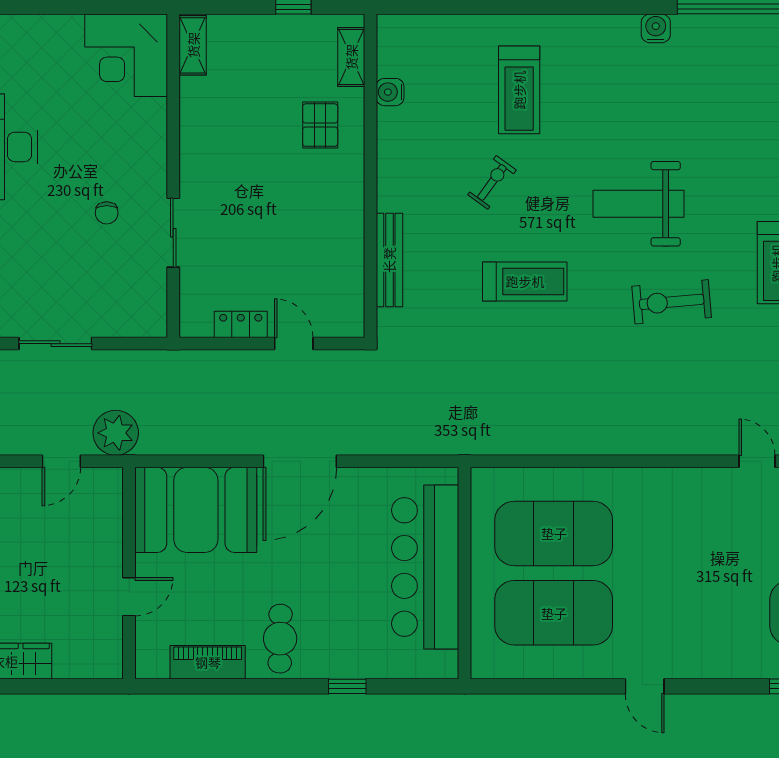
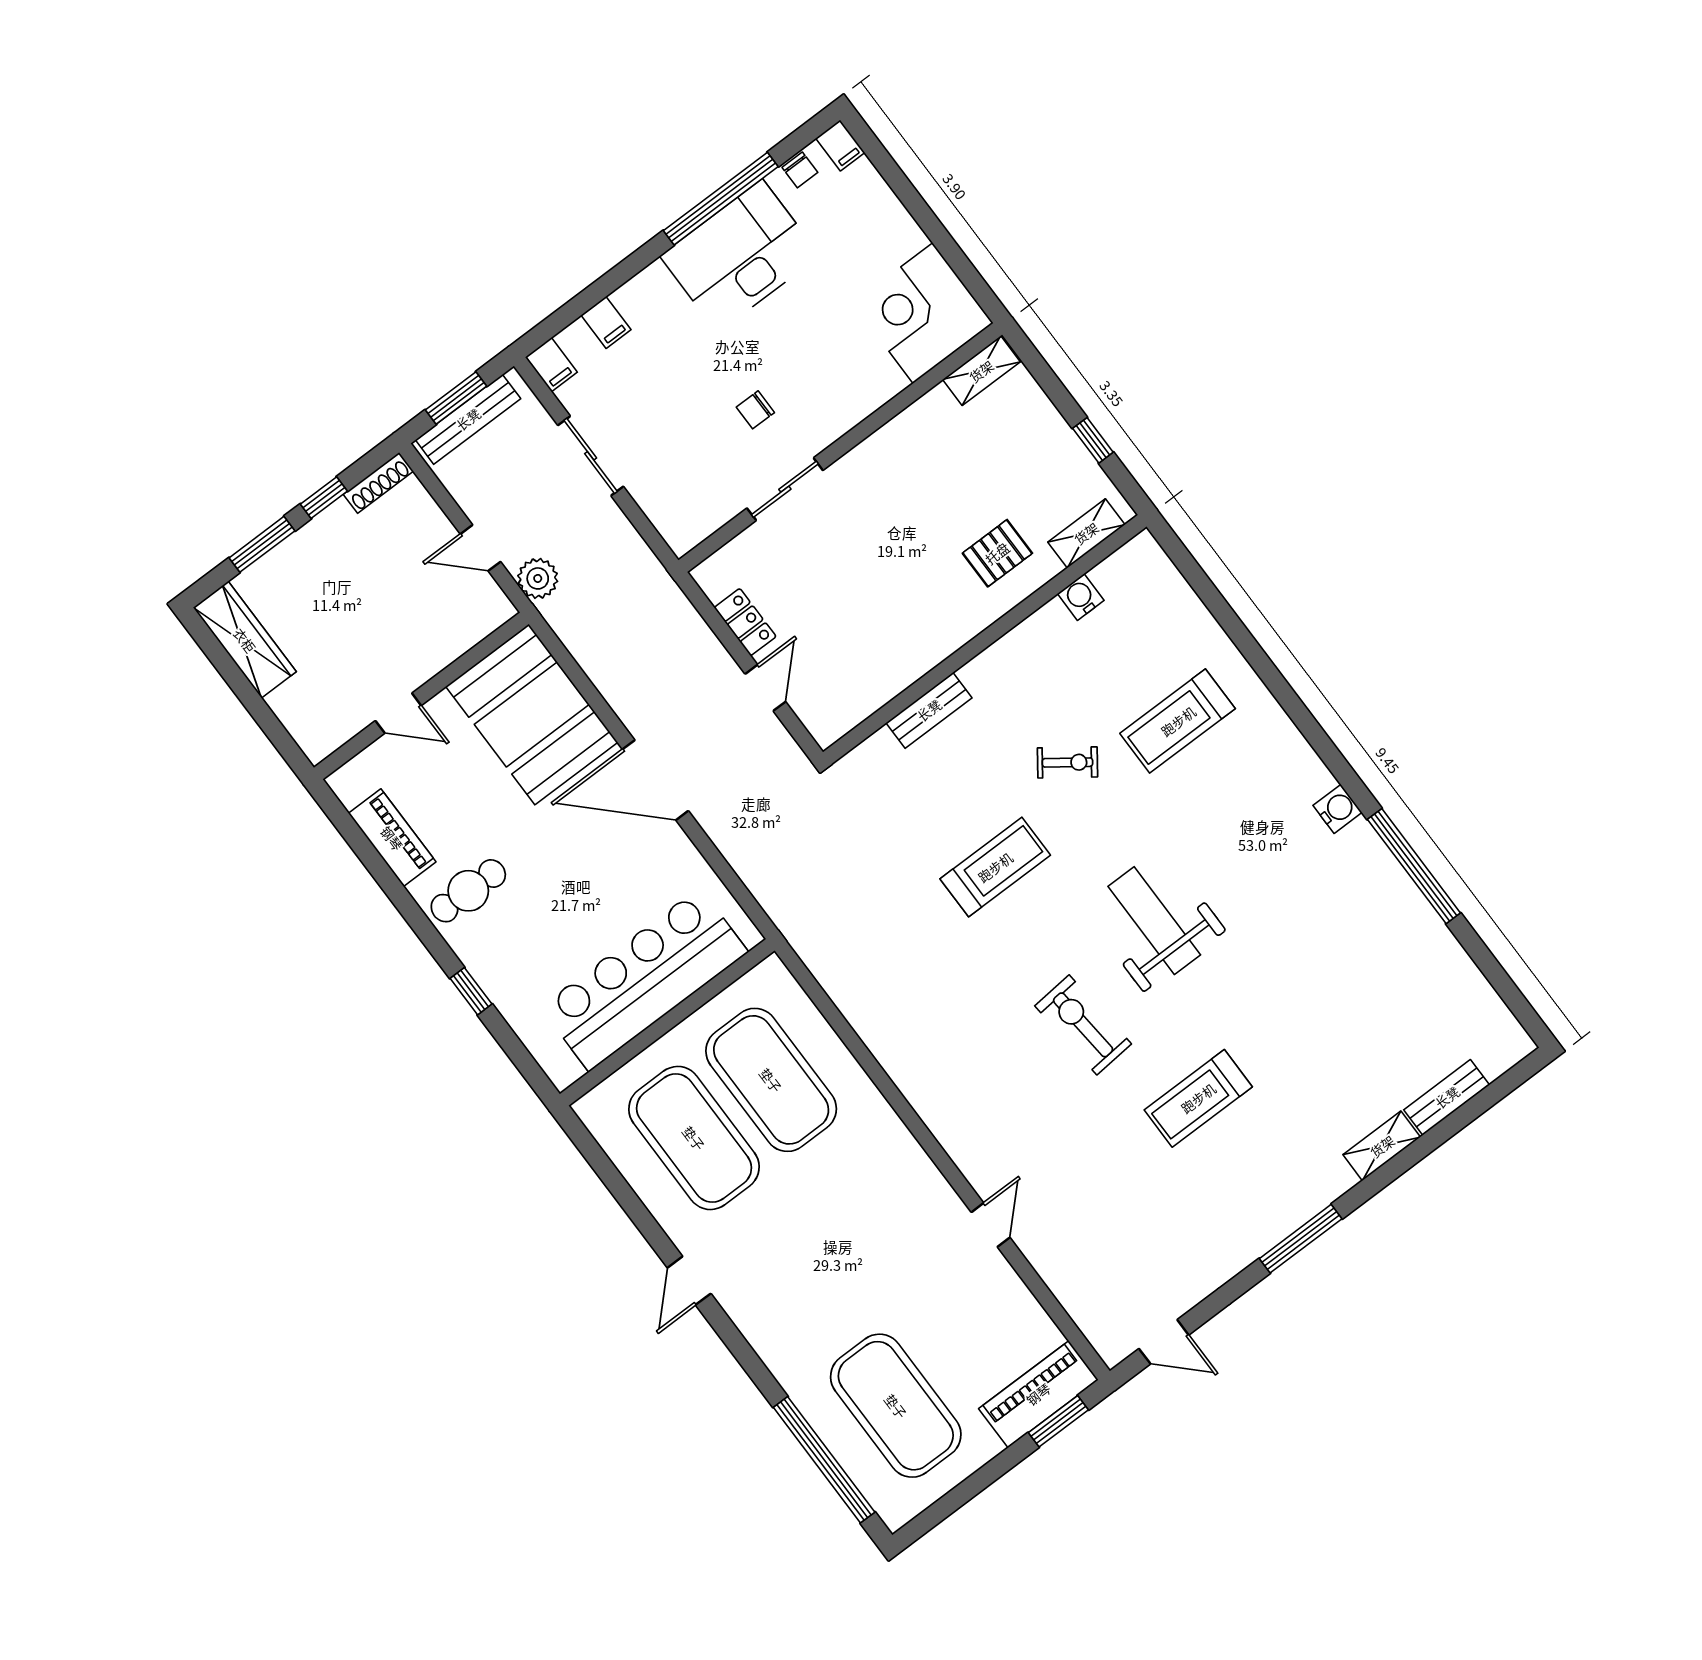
bench: (389, 260) -> (929, 710), width x0.73
treadmill: (525, 281) -> (995, 867), turned -90
plant: (116, 433) -> (538, 578), width x0.73, depth x0.73

